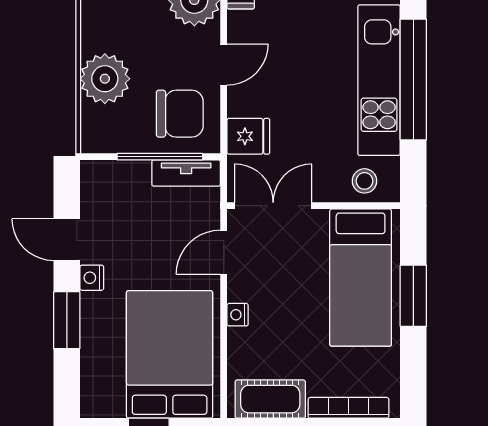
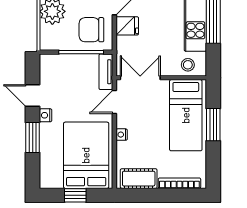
chair: (180, 114) -> (91, 30), turned 180
fridge: (248, 136) -> (127, 26), moved
tv unit: (186, 173) -> (106, 72), moved, turned 90

